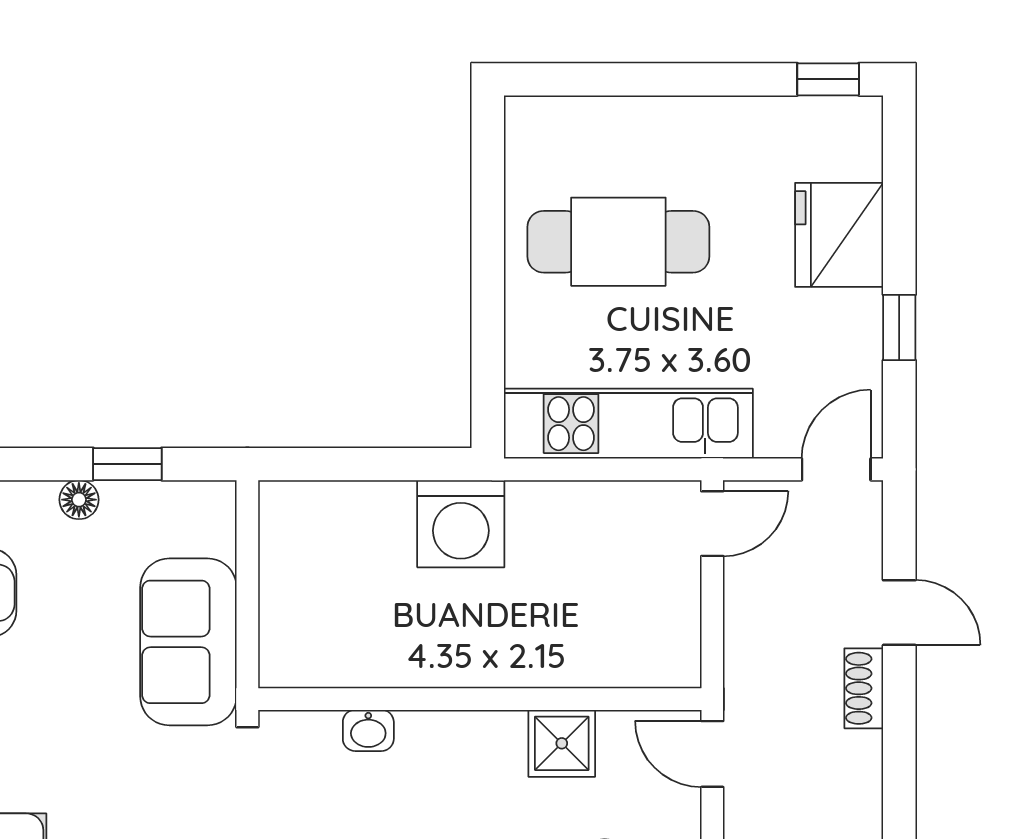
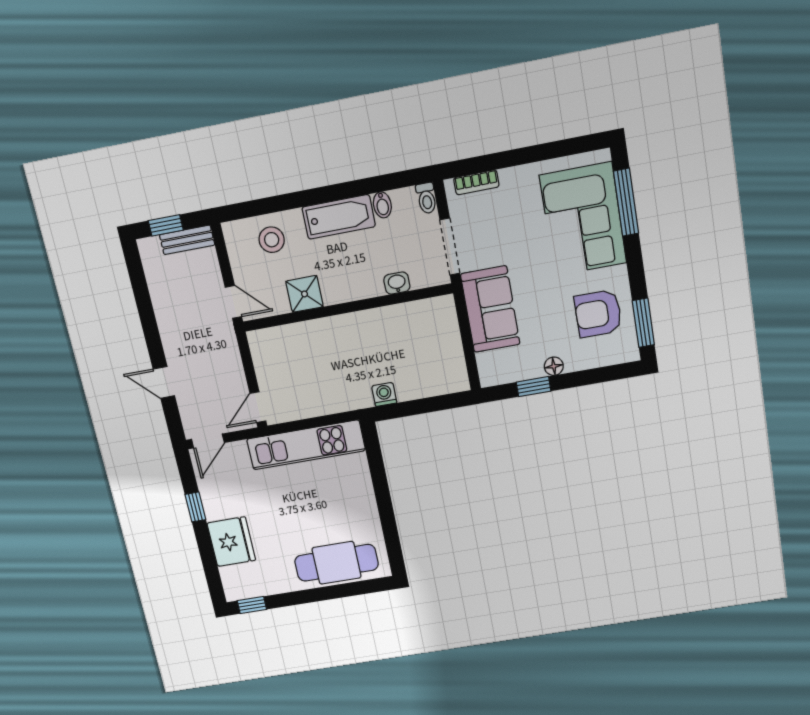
cafe table: (618, 242) -> (336, 563), moved
washing machine: (461, 524) -> (384, 394), width x0.53, depth x0.53
shoe rack: (864, 688) -> (171, 345), removed

